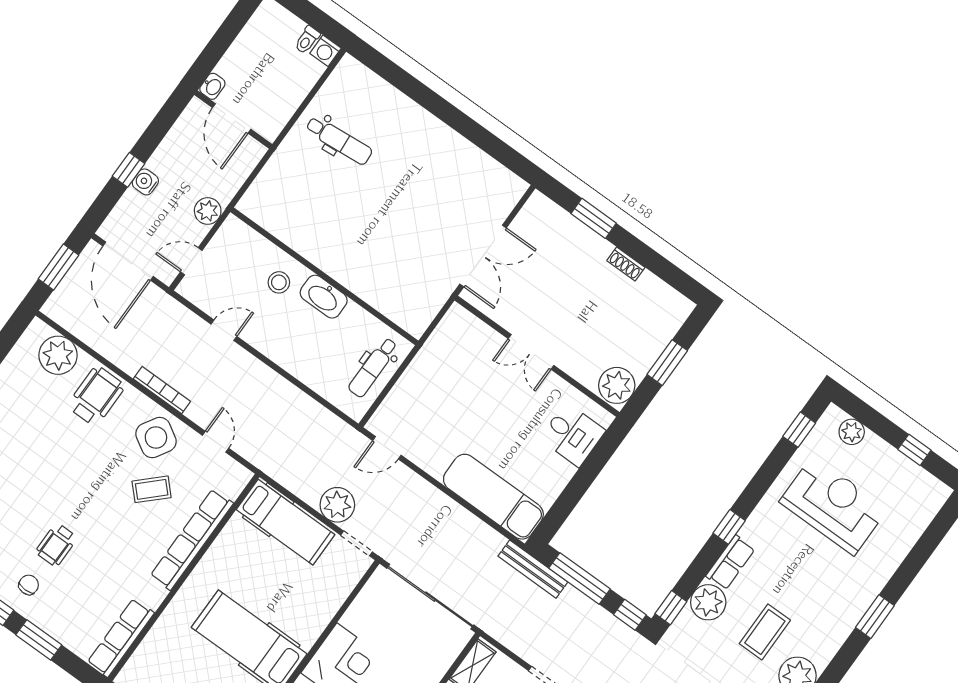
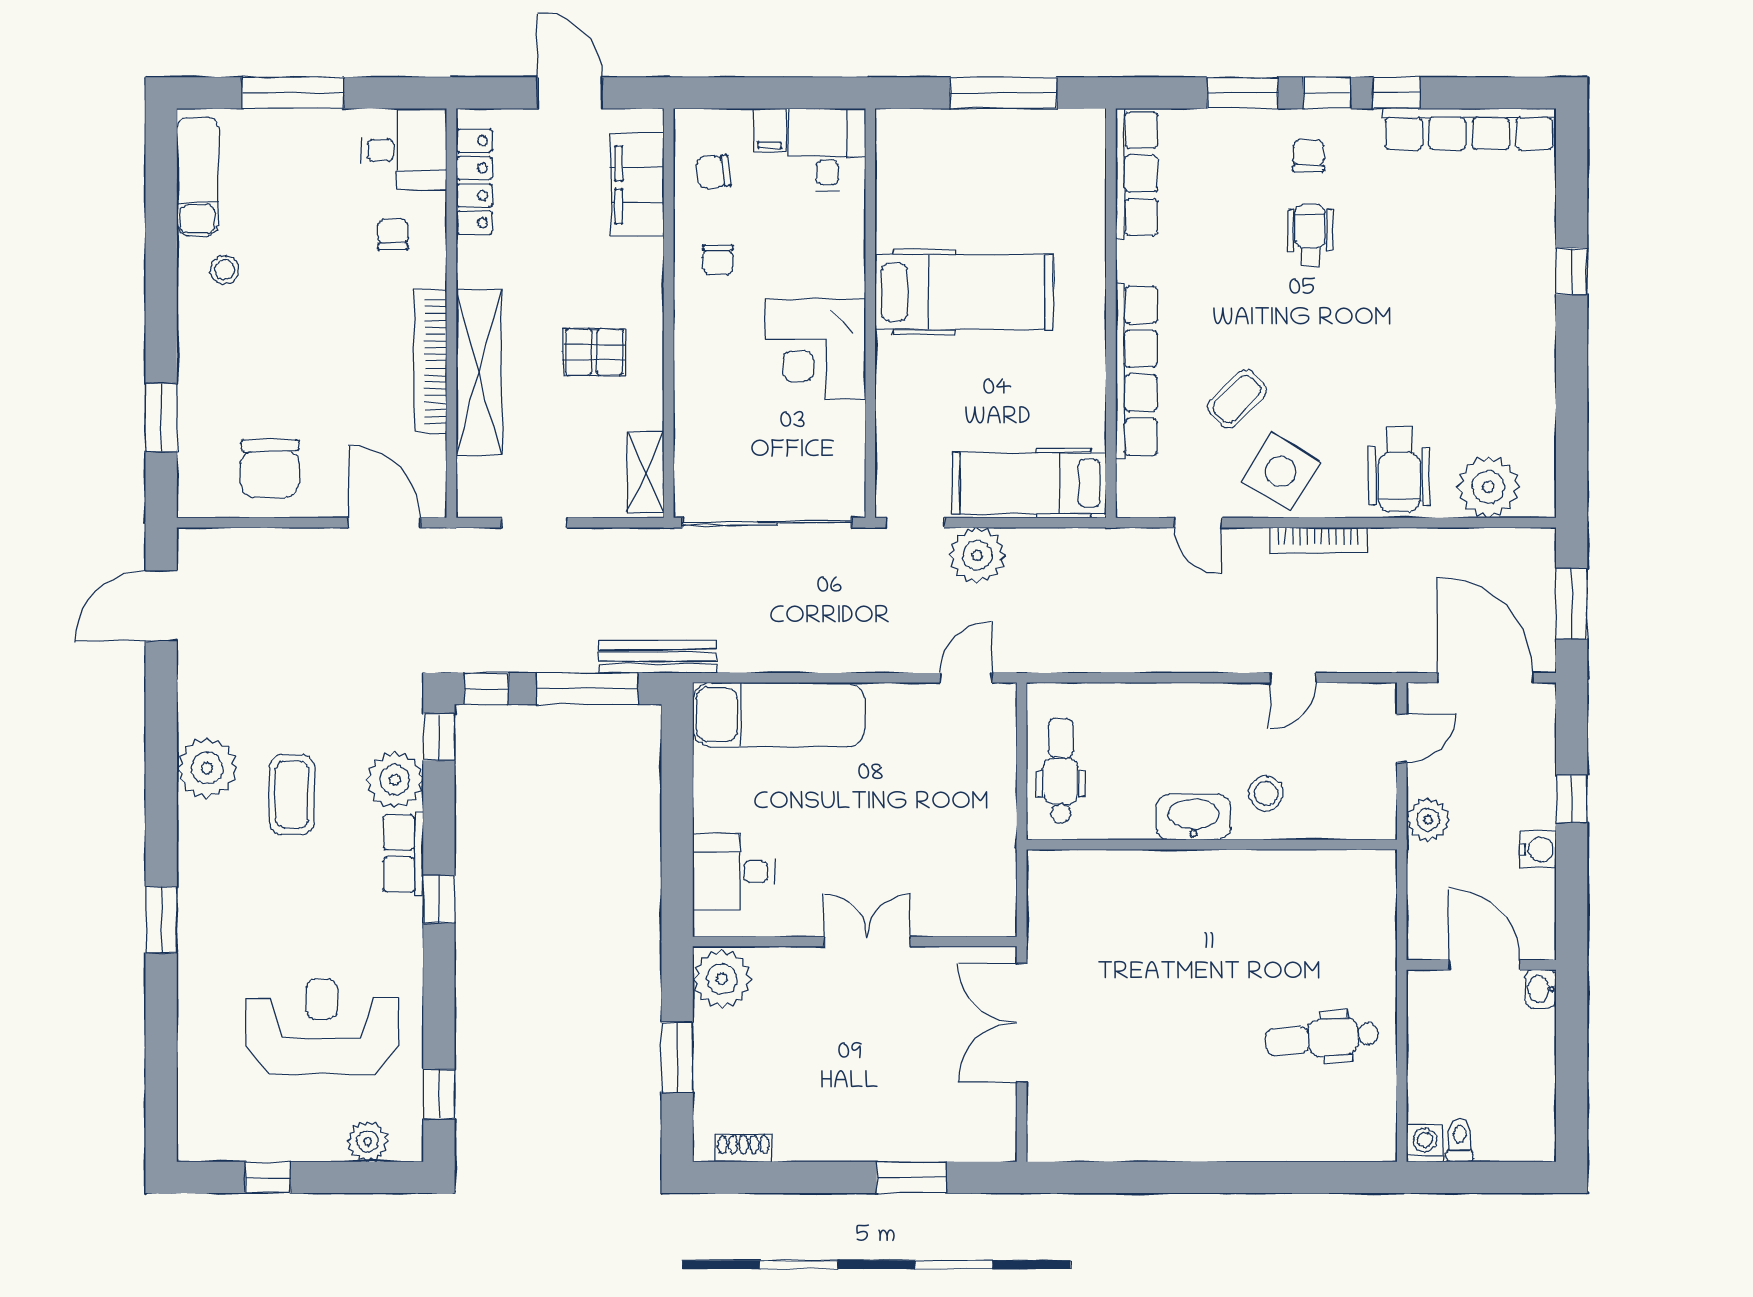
water cooler: (145, 182) -> (1538, 850), moved
shoe rack: (626, 264) -> (744, 1148), moved
reception desk: (833, 505) -> (322, 1027), turned 180
chair: (29, 585) -> (1308, 156), turned 180

